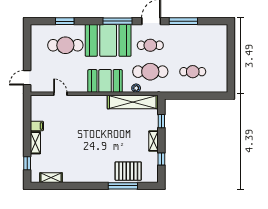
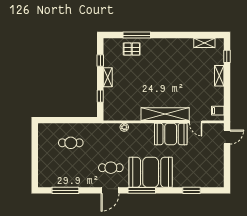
window: (183, 21) -> (65, 190), moved
cafe table: (65, 45) -> (191, 168), removed
cafe table: (150, 72) -> (111, 143), removed
booth: (105, 81) -> (171, 134), moved
shelving: (133, 102) -> (165, 114), moved
filing cabinet: (37, 126) -> (218, 111), moved
pallet: (128, 171) -> (132, 49), width x0.67, depth x0.71

